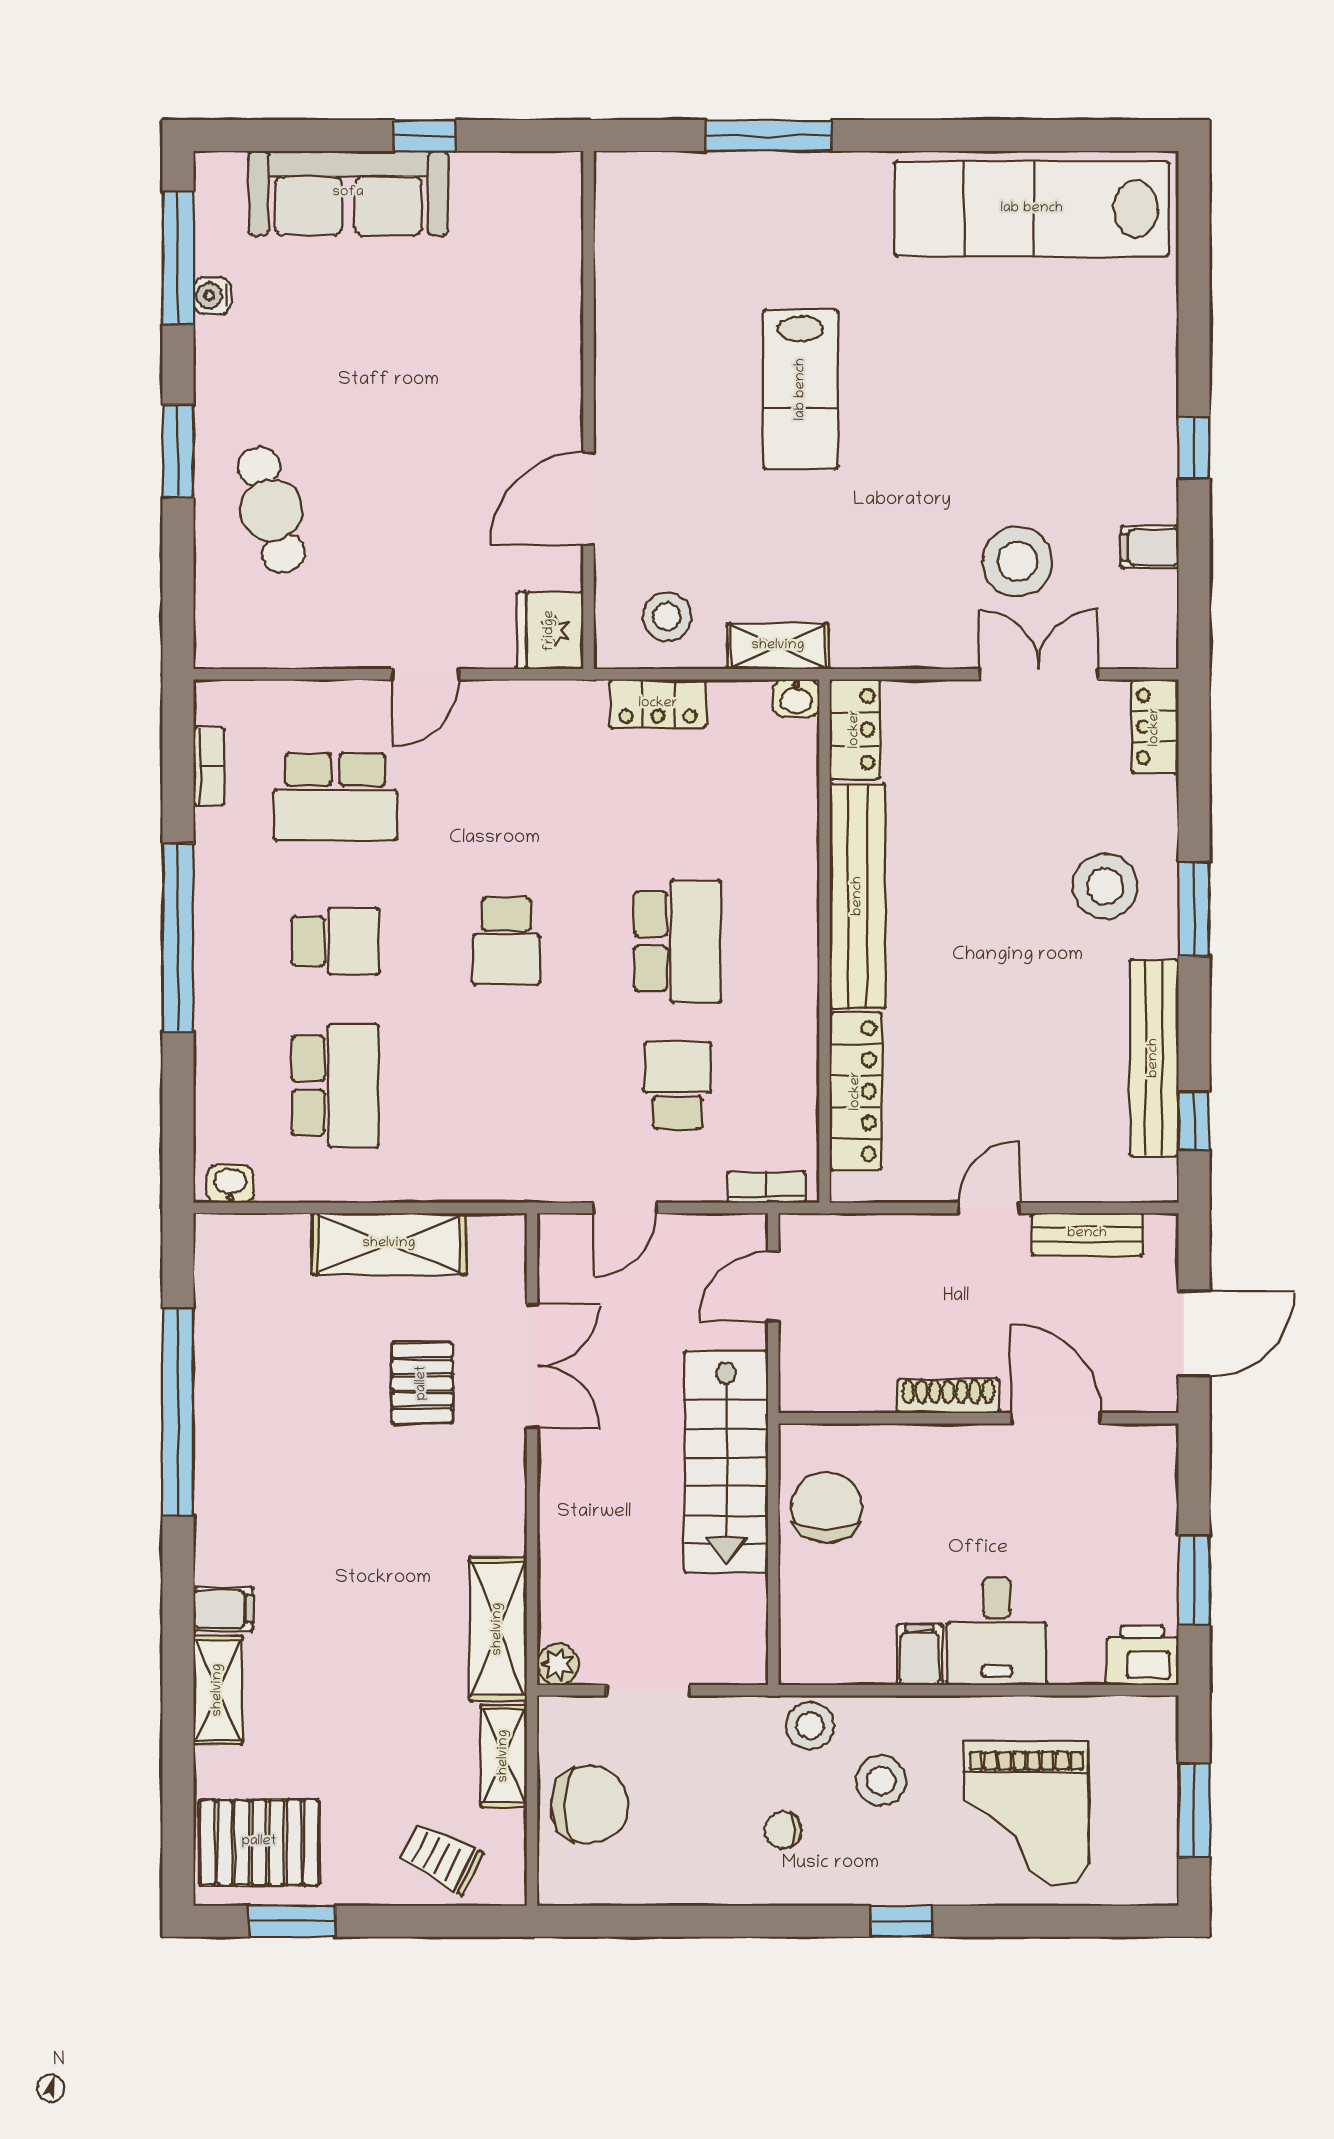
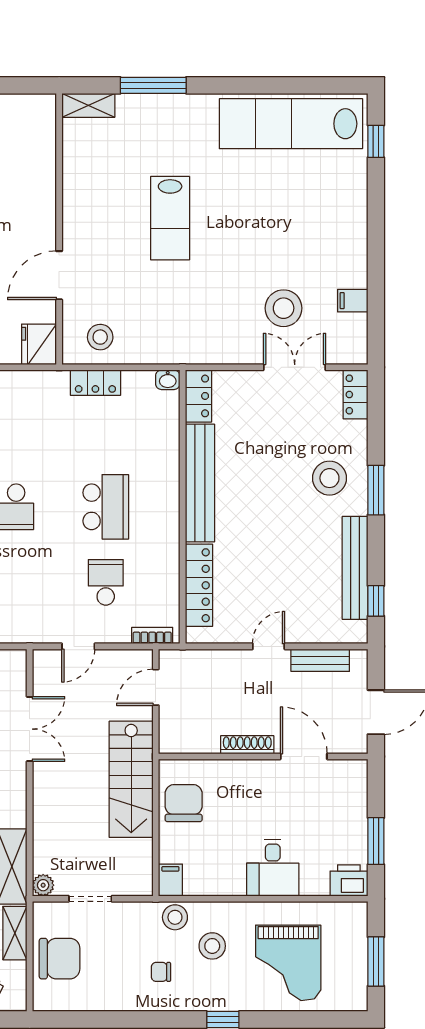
window: (1194, 448) -> (376, 141), moved
shelving: (778, 646) -> (88, 105), moved
filing cabinet: (920, 1655) -> (170, 880), moved

